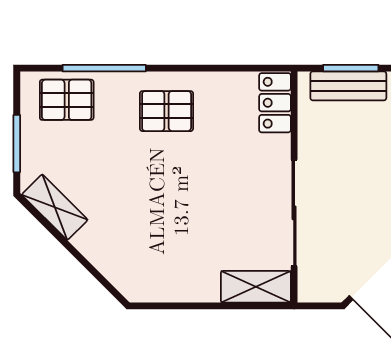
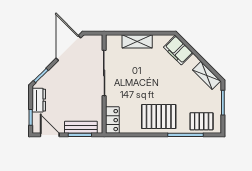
pallet: (167, 111) -> (159, 117), width x1.50, depth x1.42
filing cabinet: (121, 266) -> (178, 50), added
shelving: (256, 287) -> (137, 41), moved

